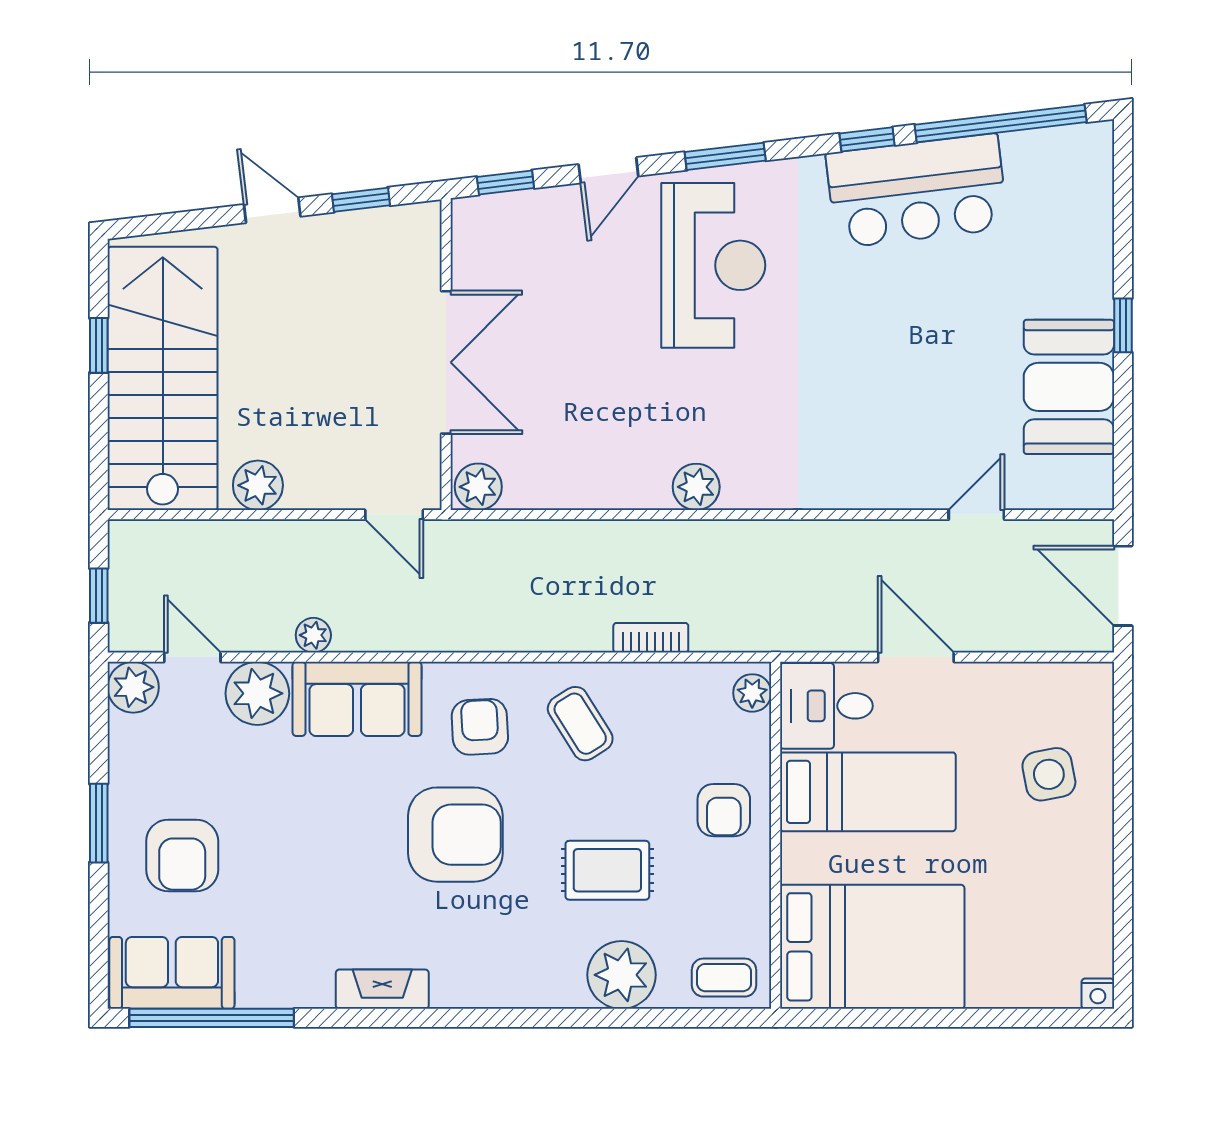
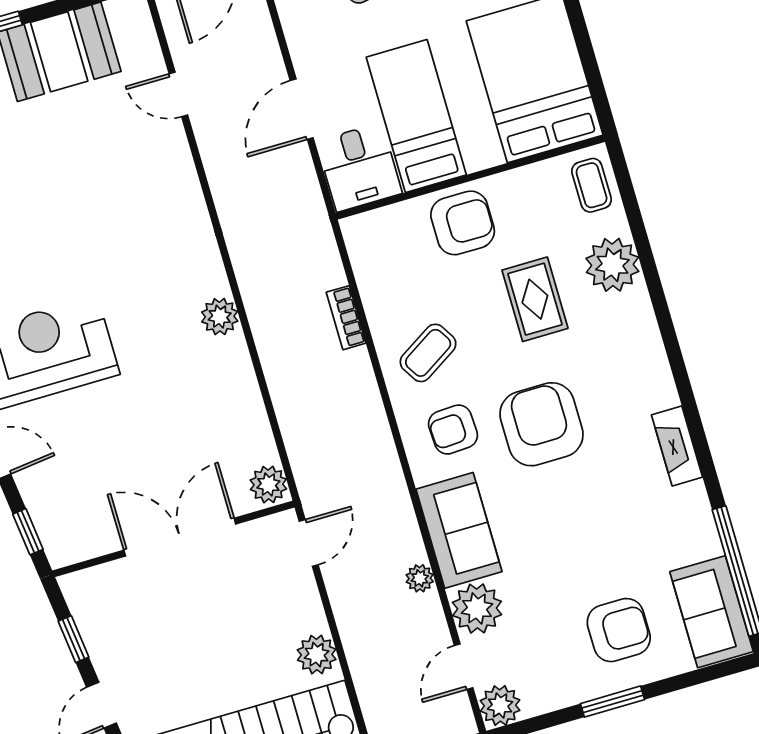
plant: (752, 693) -> (366, 227), removed
armchair: (724, 810) -> (463, 223), width x1.38, depth x1.38

